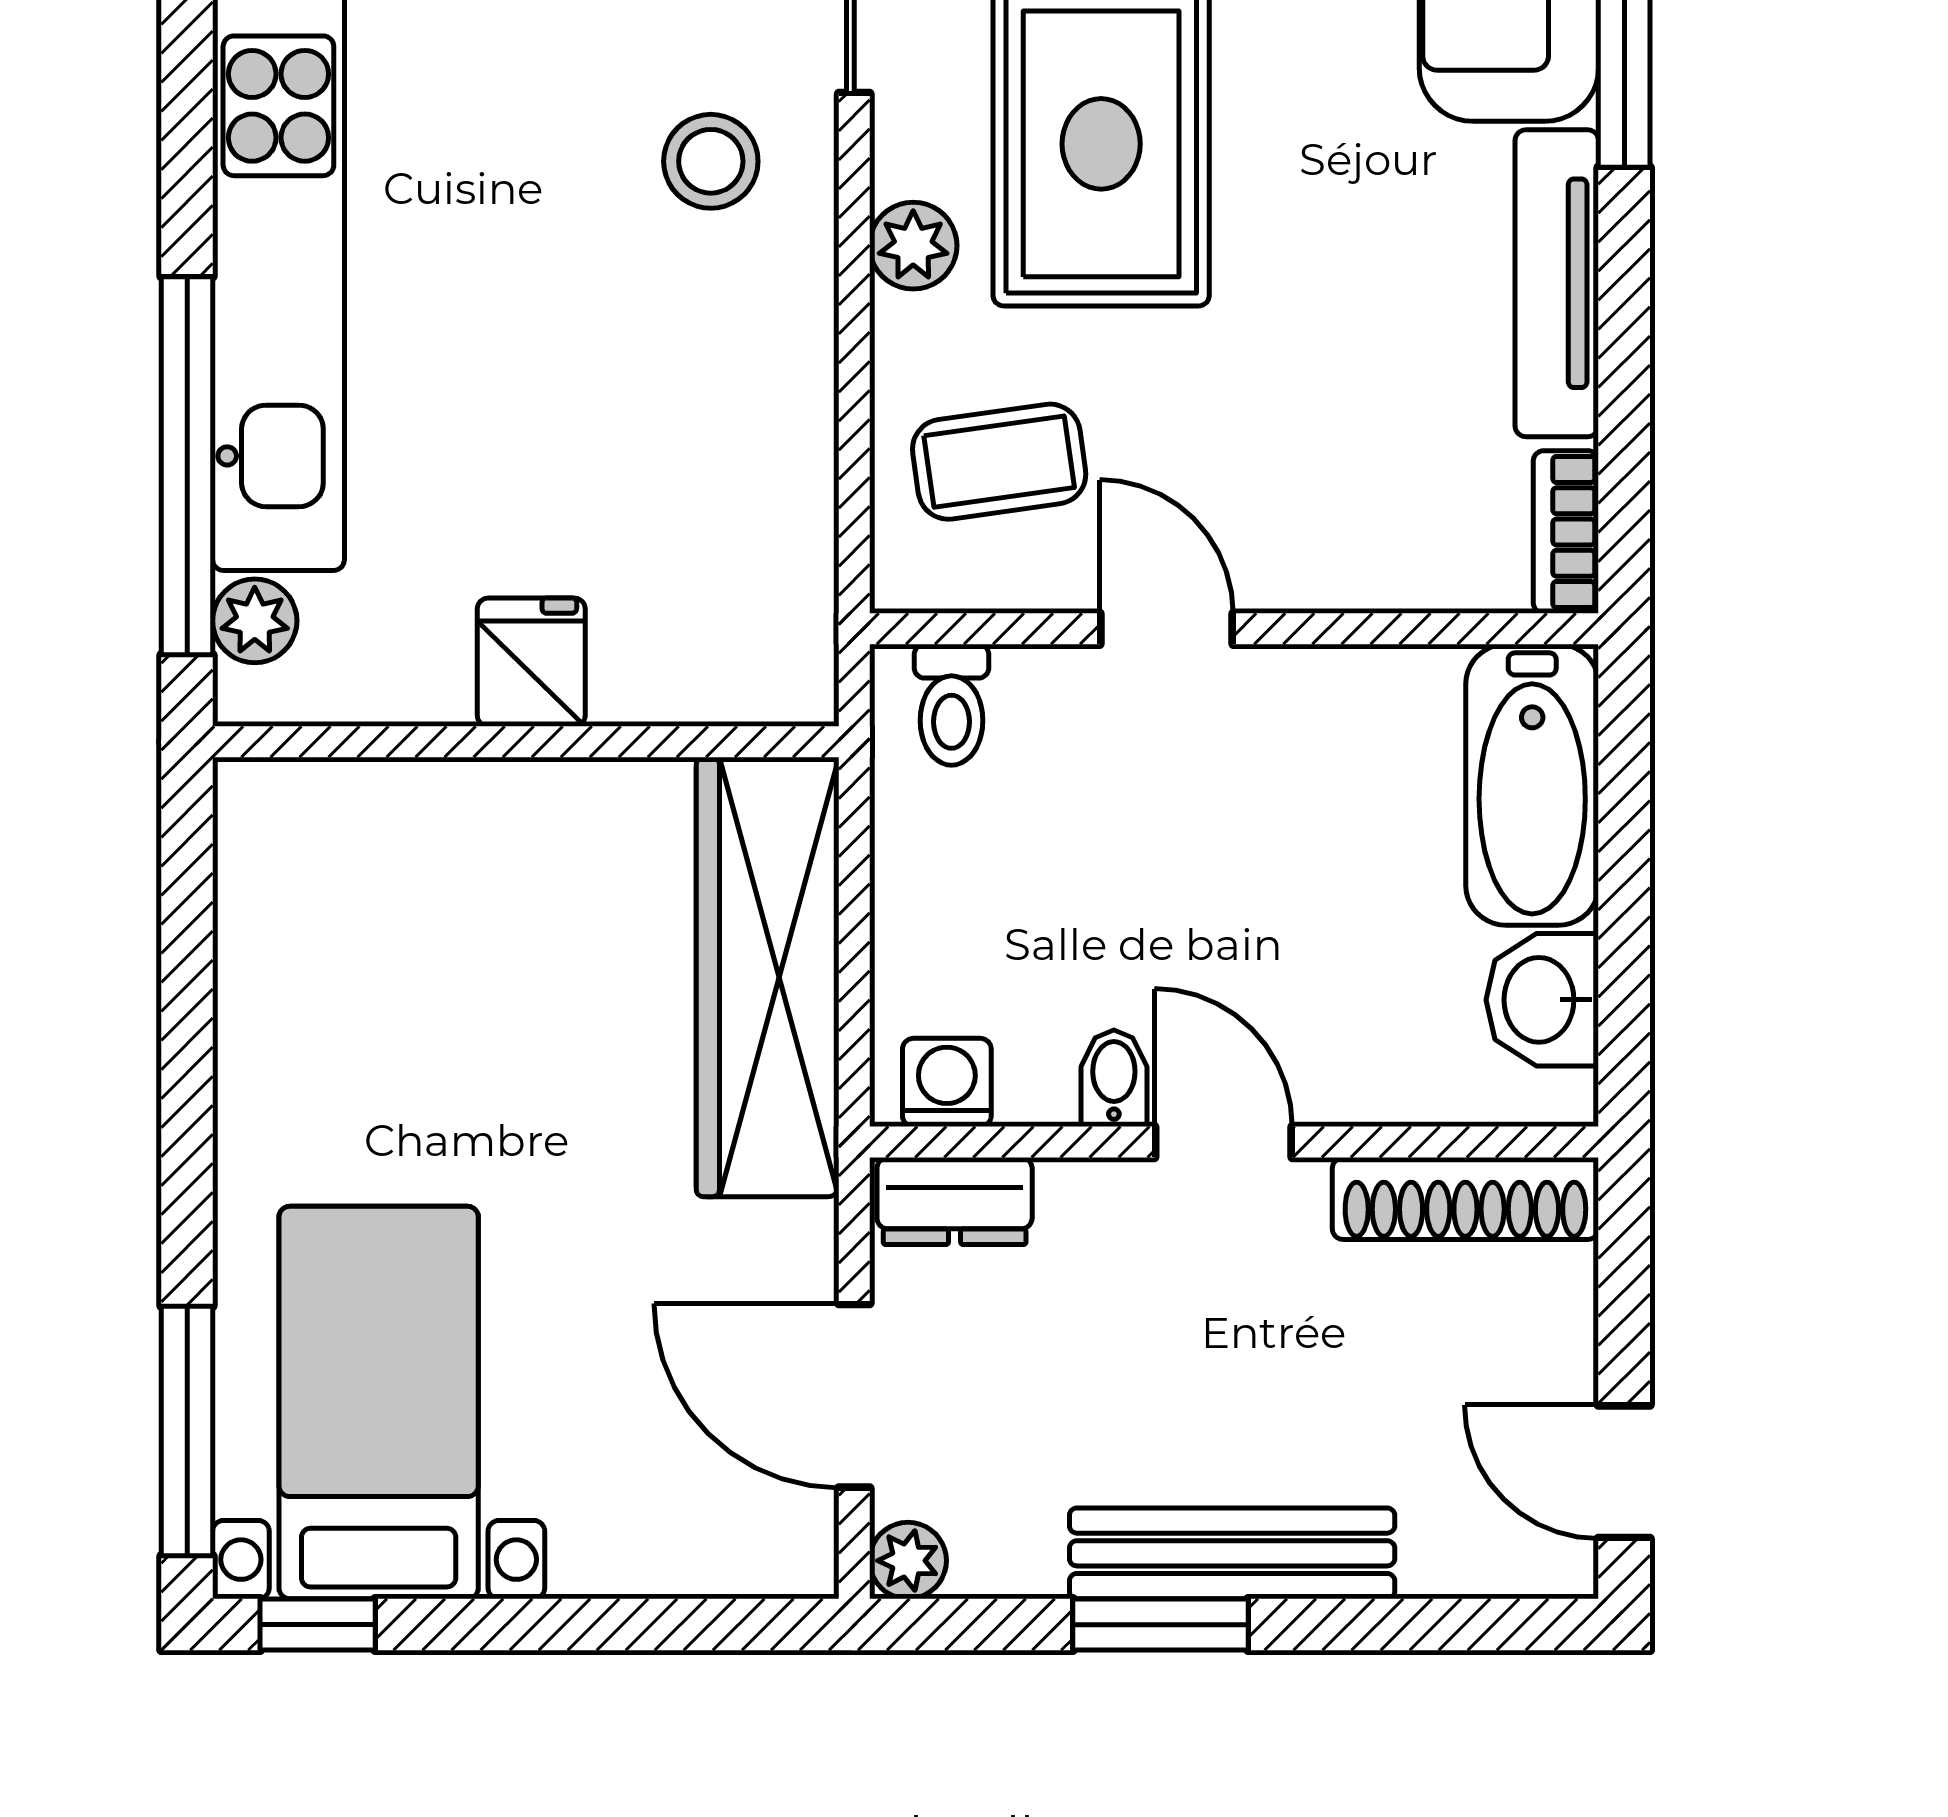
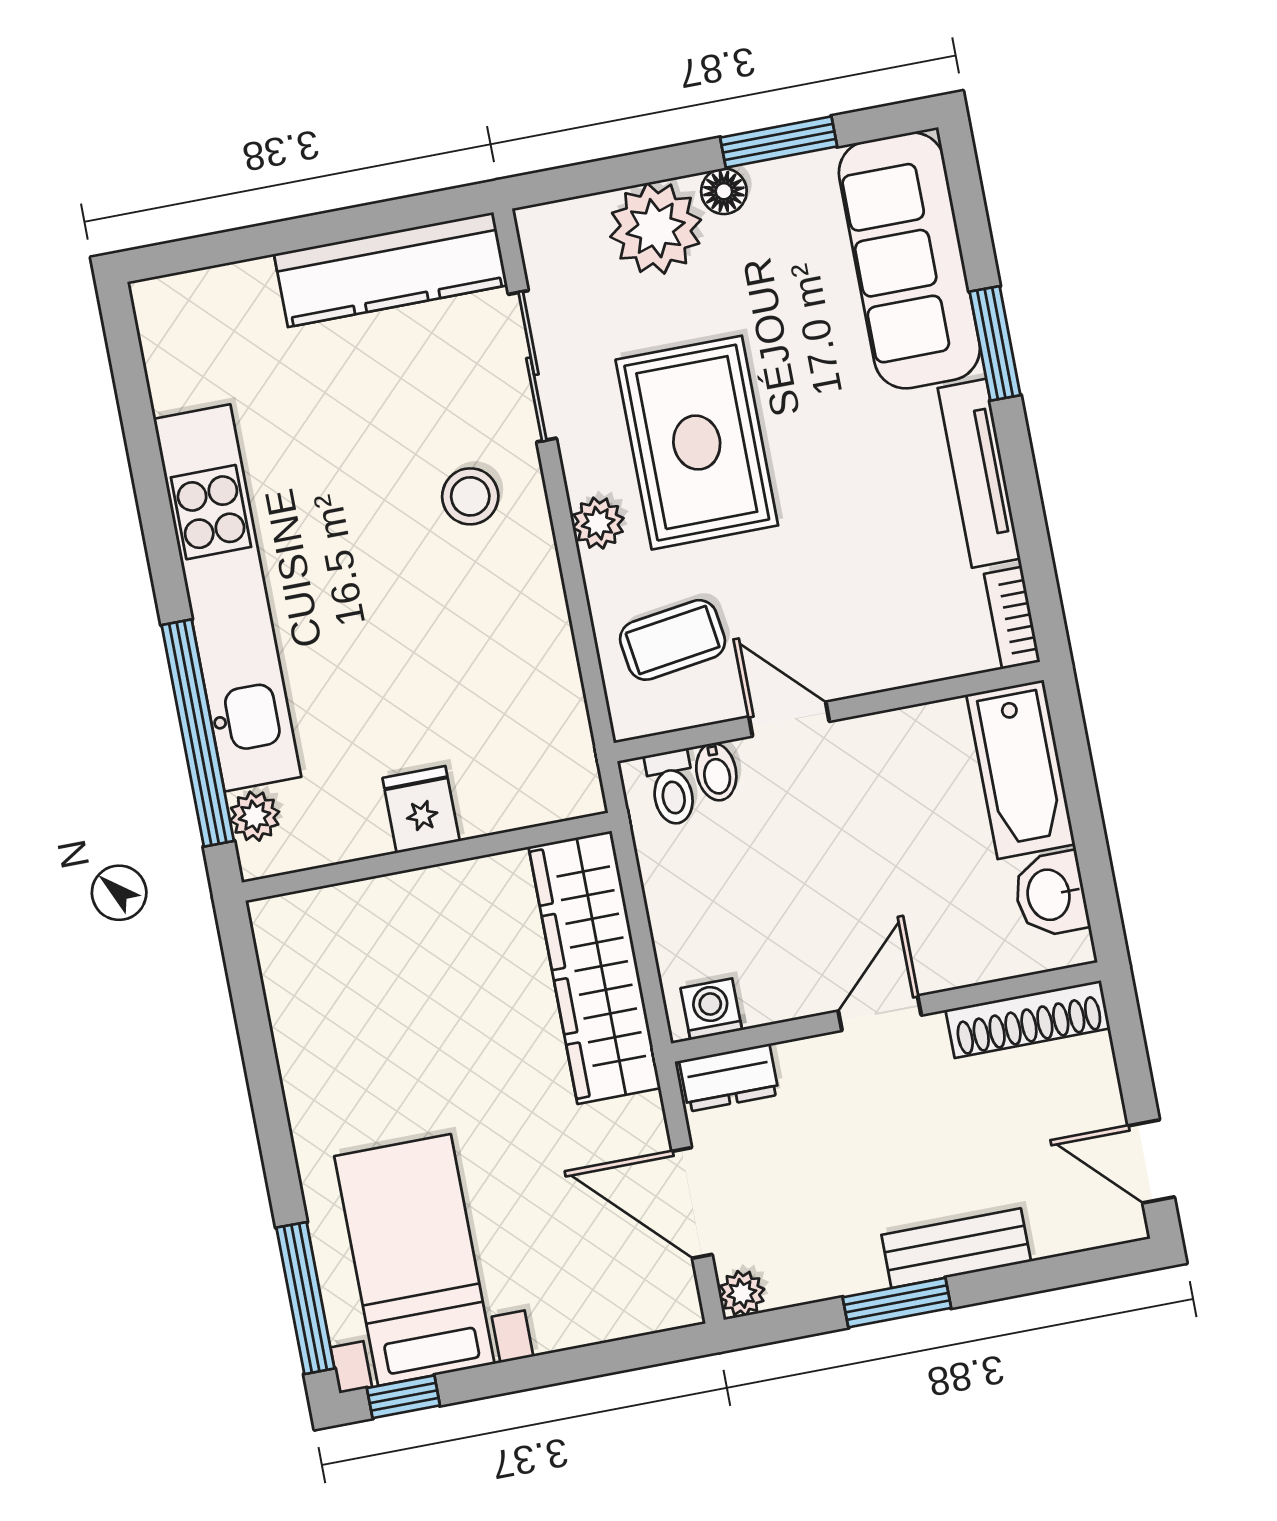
bidet: (1114, 1078) -> (716, 772), moved, turned 180
door: (1223, 1142) -> (880, 1013), hinge flipped
bench: (1232, 1553) -> (956, 1248), width x0.73

